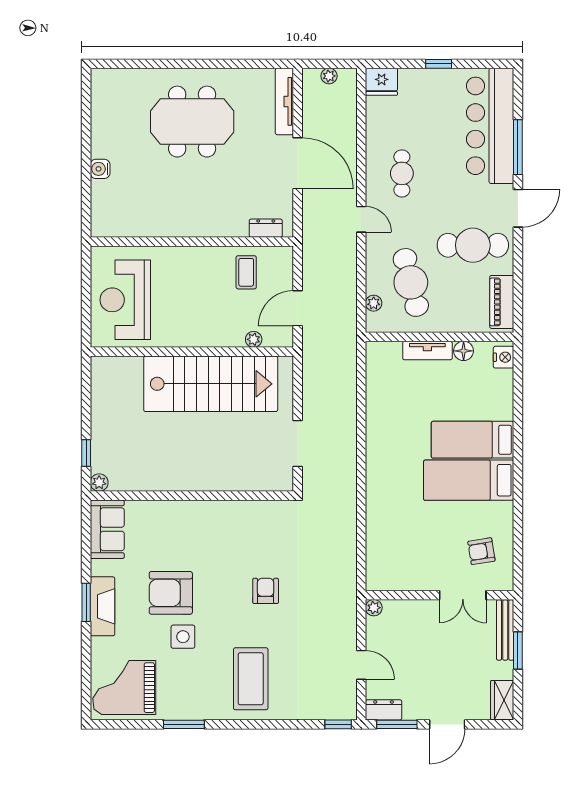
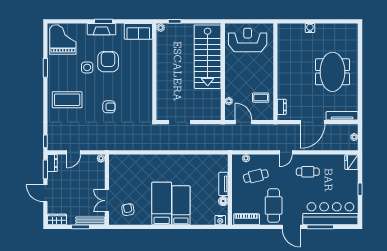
cafe table: (411, 282) -> (256, 176), width x0.73, depth x0.74
stairs: (211, 384) -> (208, 57), moved

